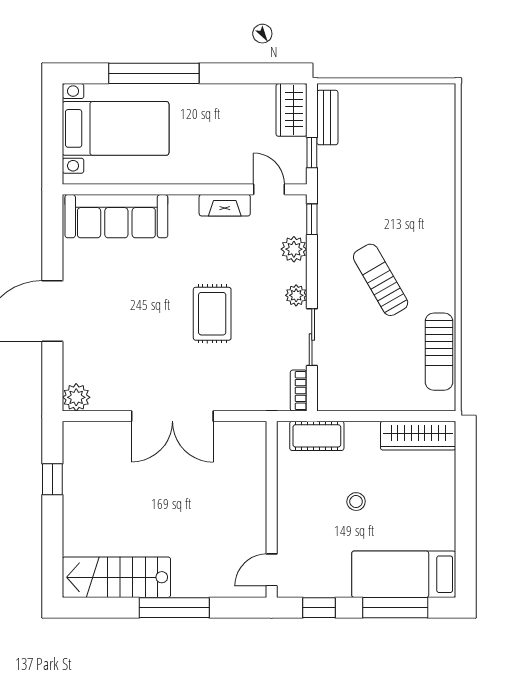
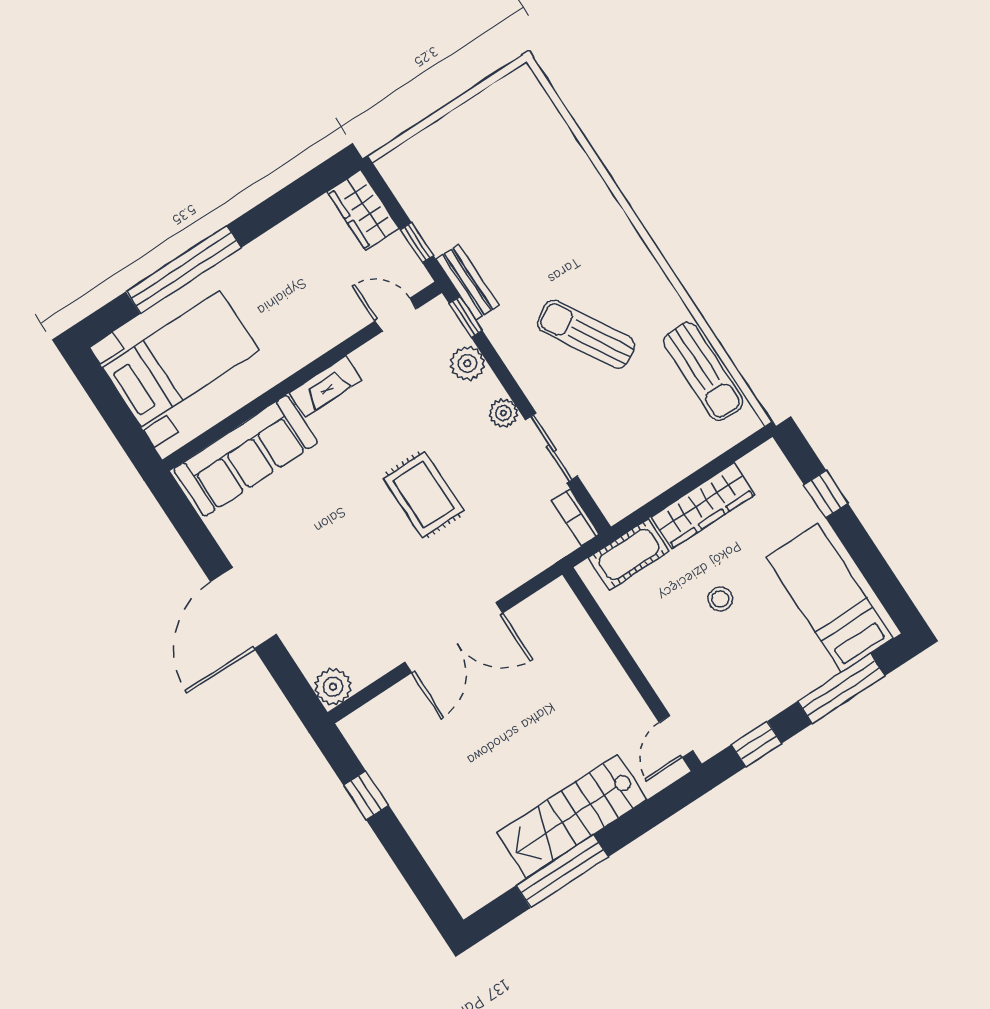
bench: (327, 118) -> (467, 282), moved
fireplace: (225, 205) -> (325, 386), moved
wardrobe: (418, 436) -> (703, 506), moved
window: (466, 479) -> (826, 494), added
bed: (404, 574) -> (830, 598), moved, turned 90
stairs: (116, 577) -> (572, 816), moved
window: (174, 608) -> (562, 871), moved

